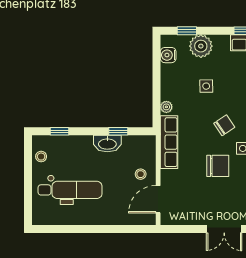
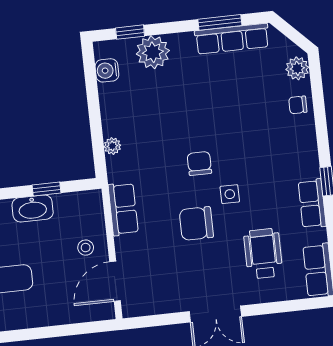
side table: (206, 86) -> (167, 109), removed
chair: (224, 125) -> (199, 163), turned -56
row of seats: (169, 142) -> (123, 209), width x0.68
chair: (218, 166) -> (196, 224), turned 180

